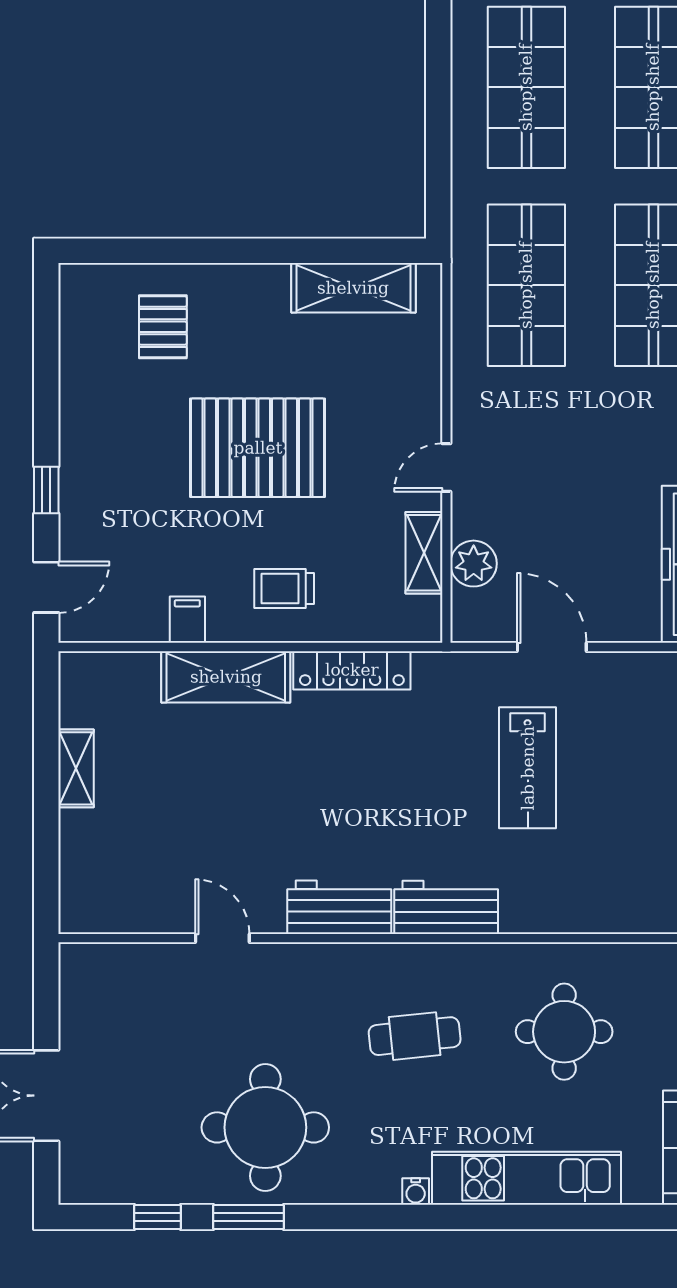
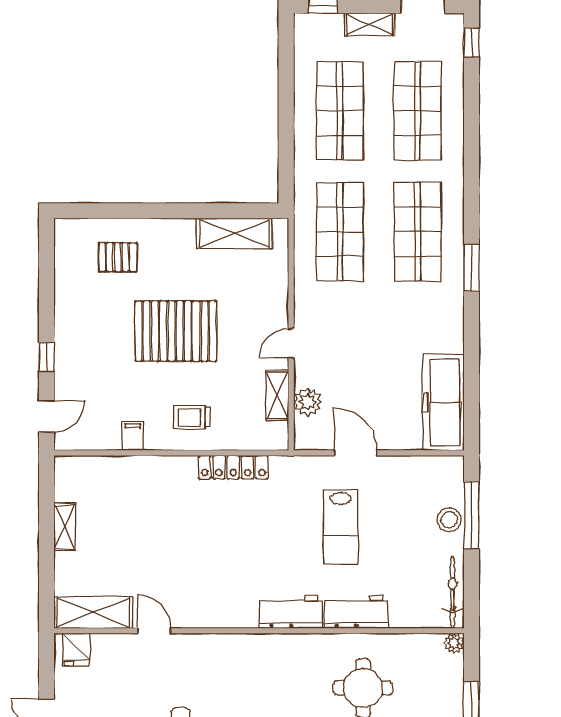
pallet: (163, 327) -> (118, 257), turned 90
shelving: (226, 677) -> (93, 613), moved
workbench: (339, 907) -> (356, 612), moved
fridge: (95, 969) -> (76, 649), added
cafe table: (415, 1036) -> (272, 691), removed

